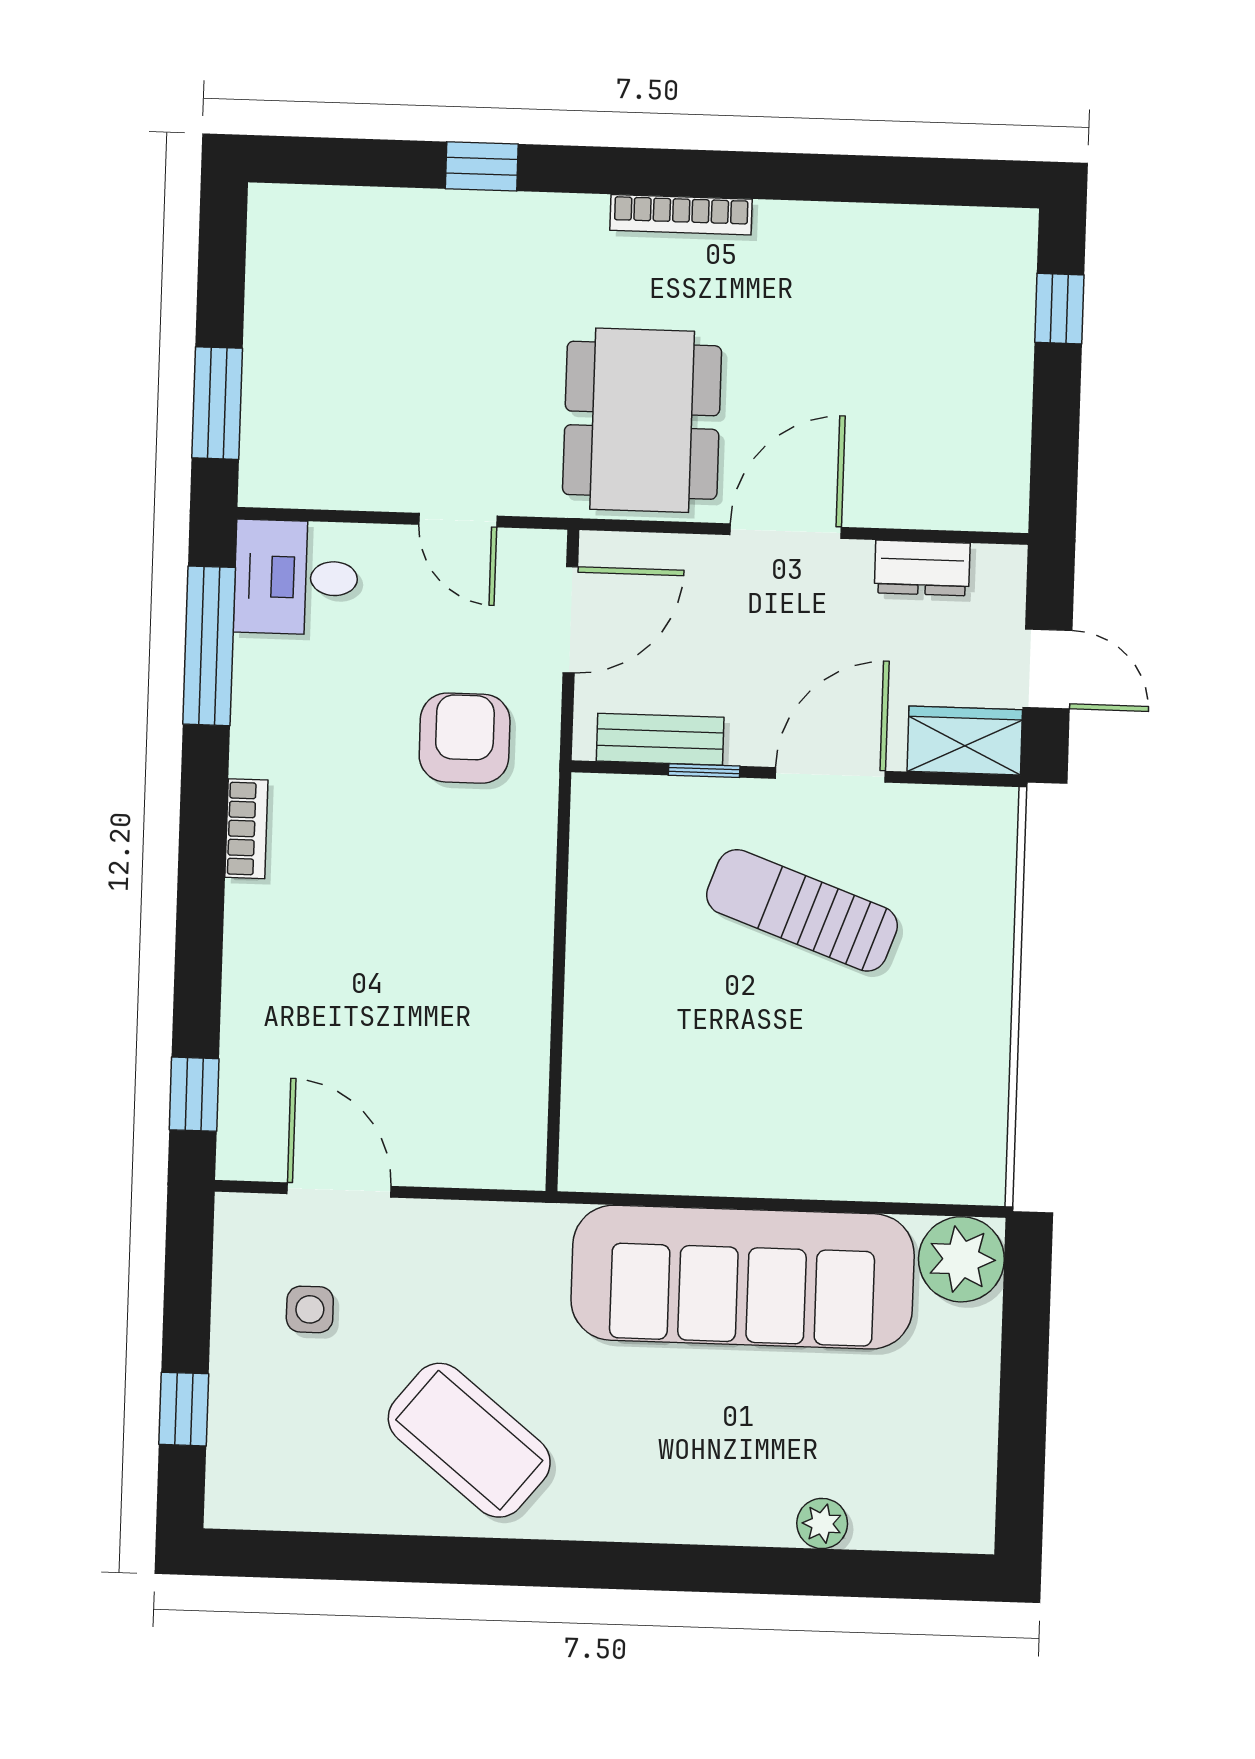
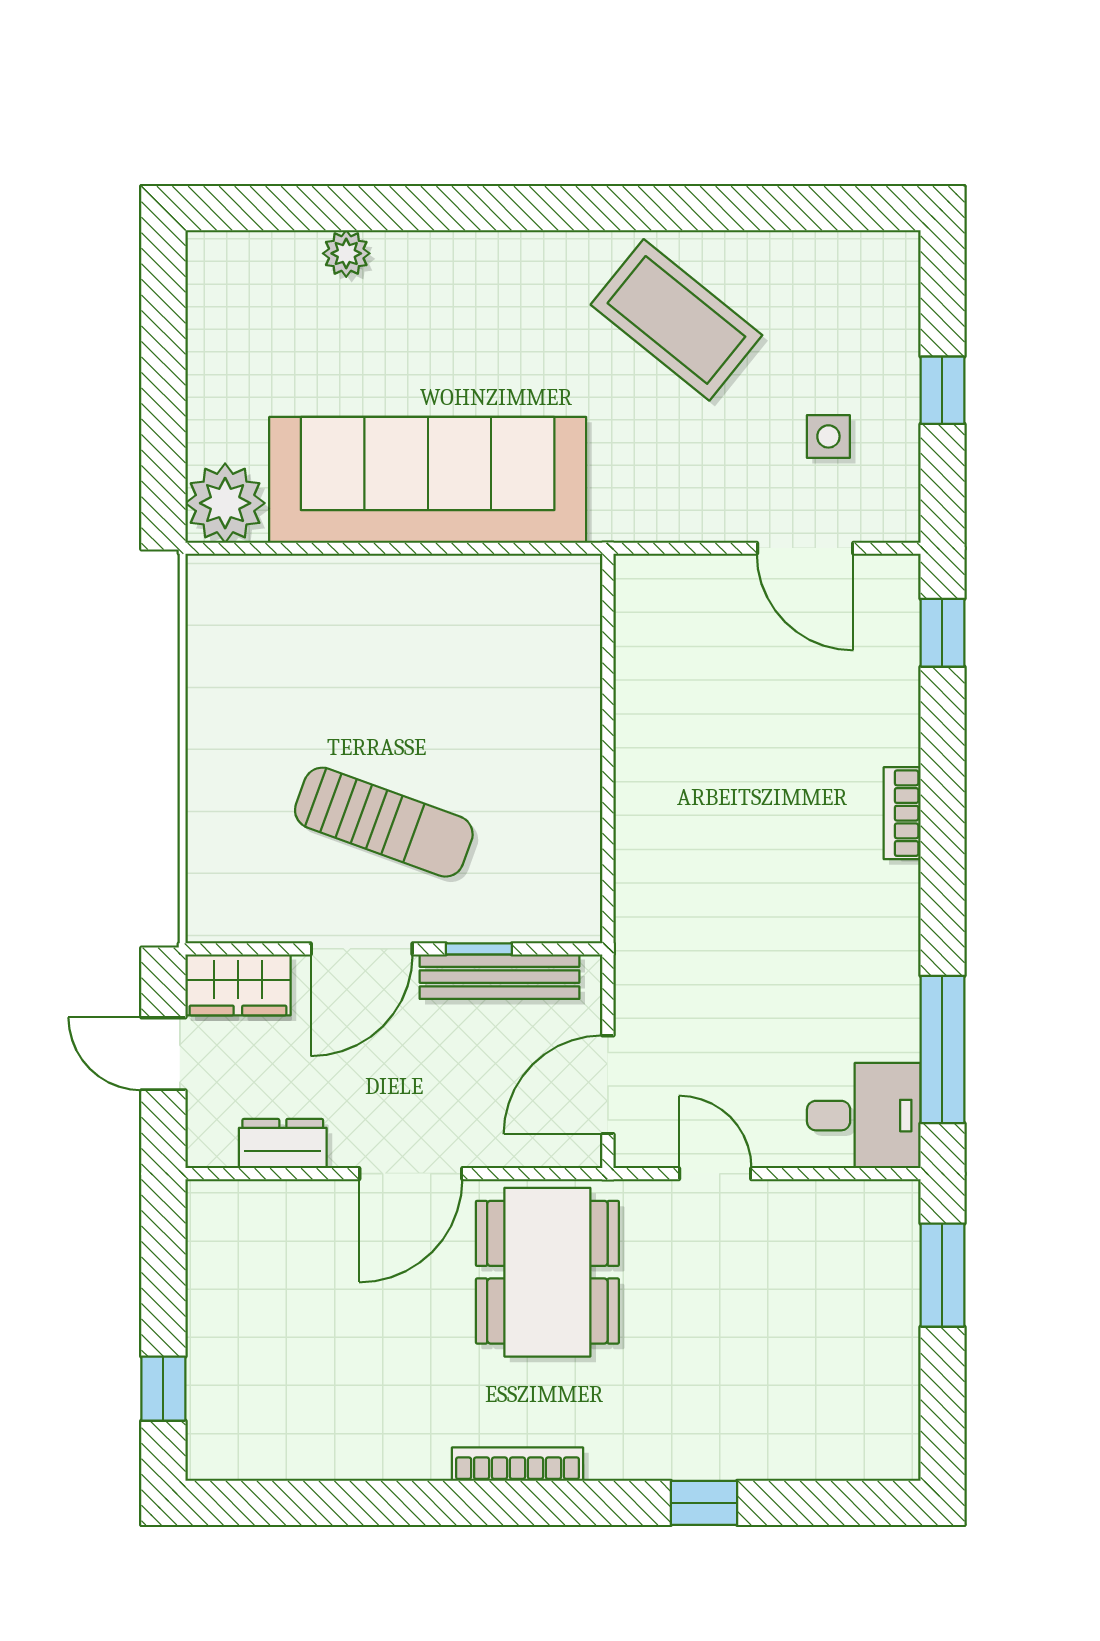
armchair: (465, 738) -> (702, 972), removed
bench: (660, 739) -> (499, 977), width x1.36
bookcase: (246, 829) -> (902, 813), moved
window: (184, 1409) -> (942, 390), moved

